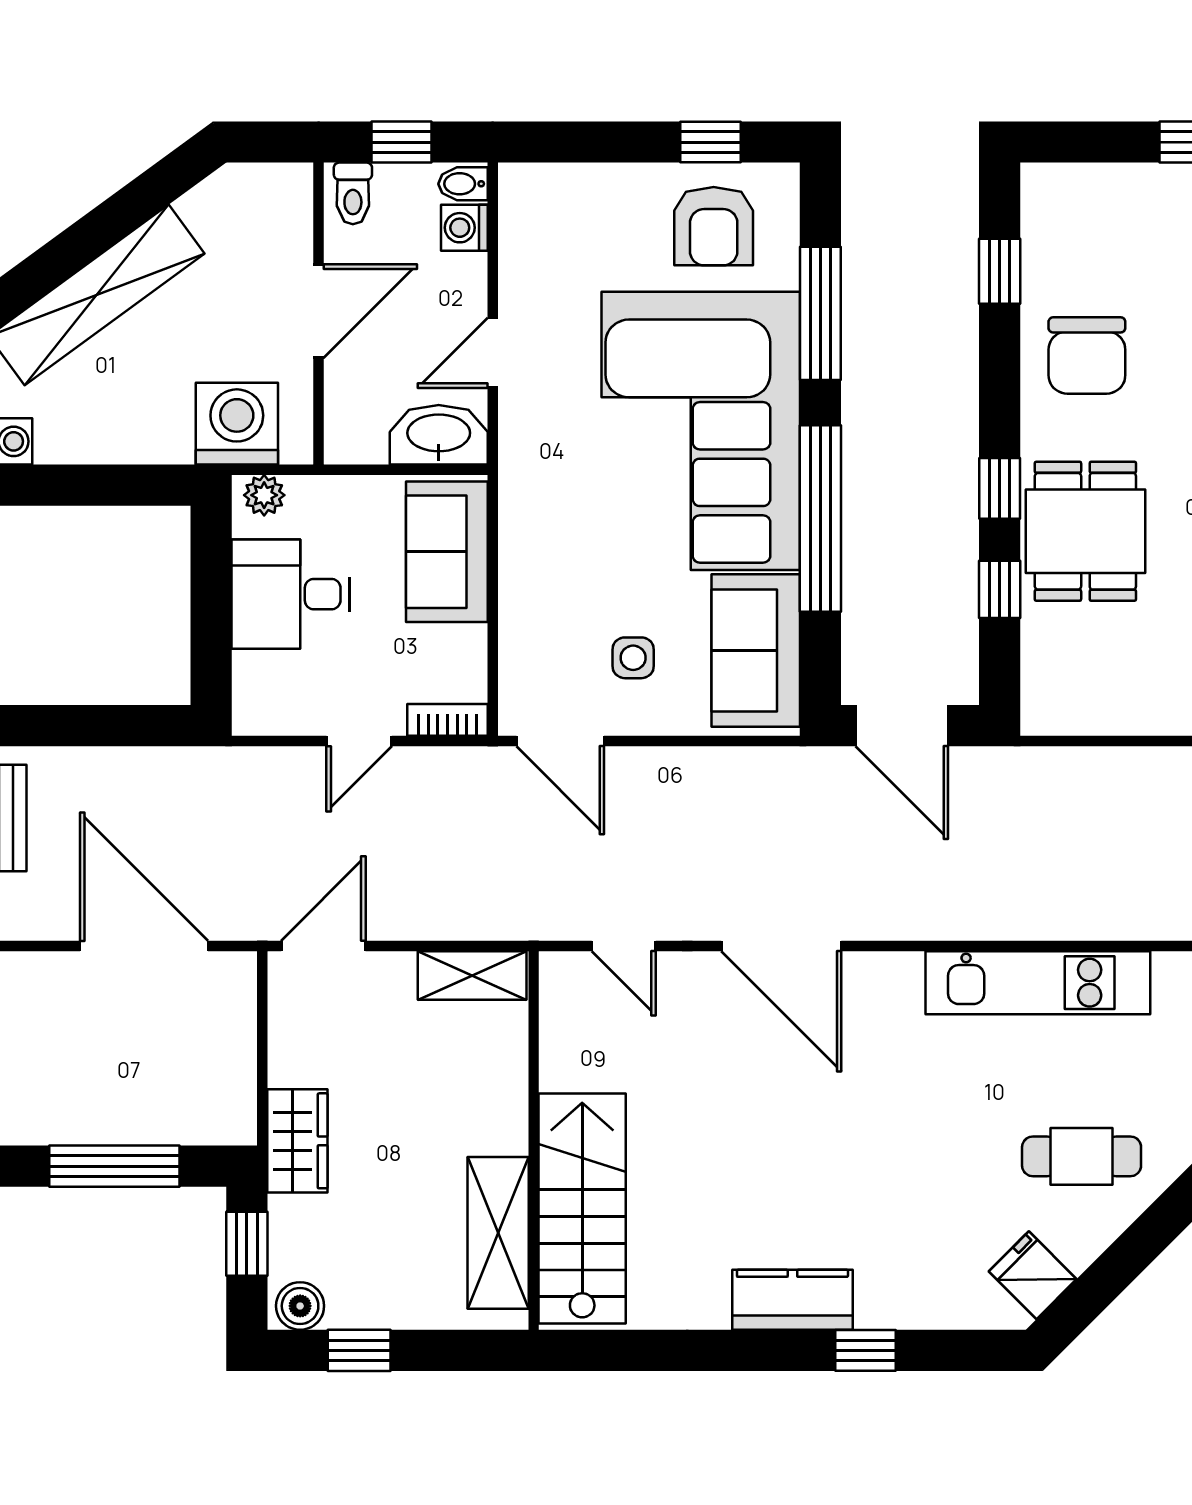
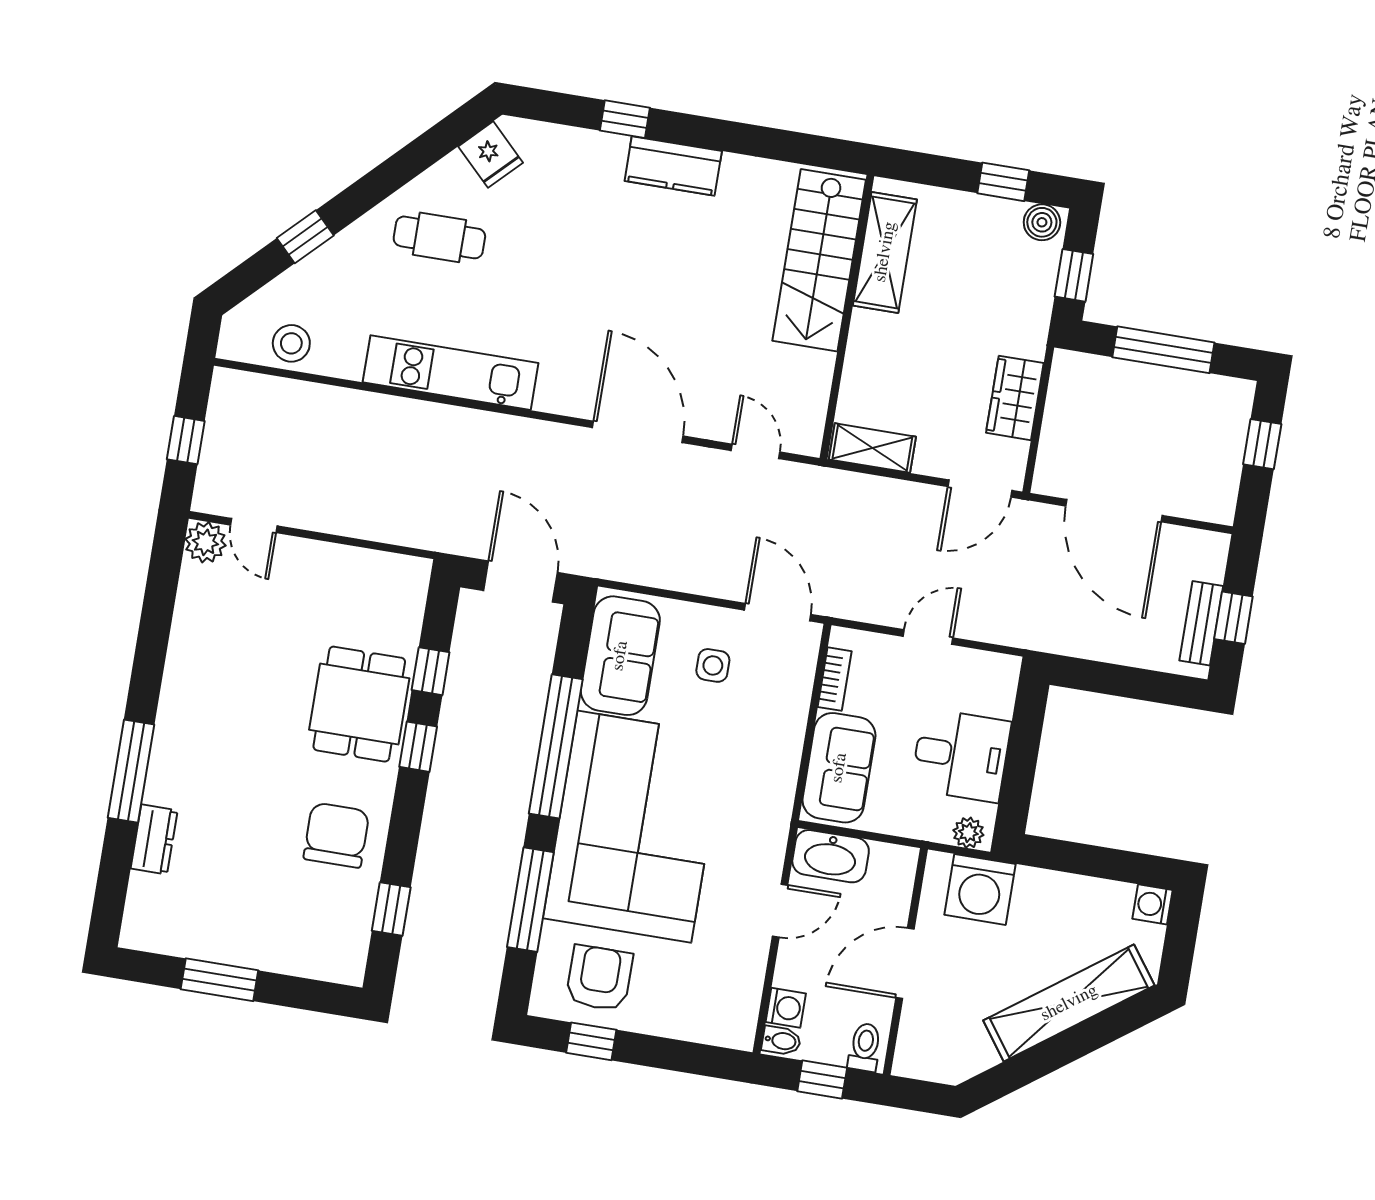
bookcase: (447, 720) -> (835, 679), moved, turned -90
wardrobe: (297, 1141) -> (1015, 398), moved

